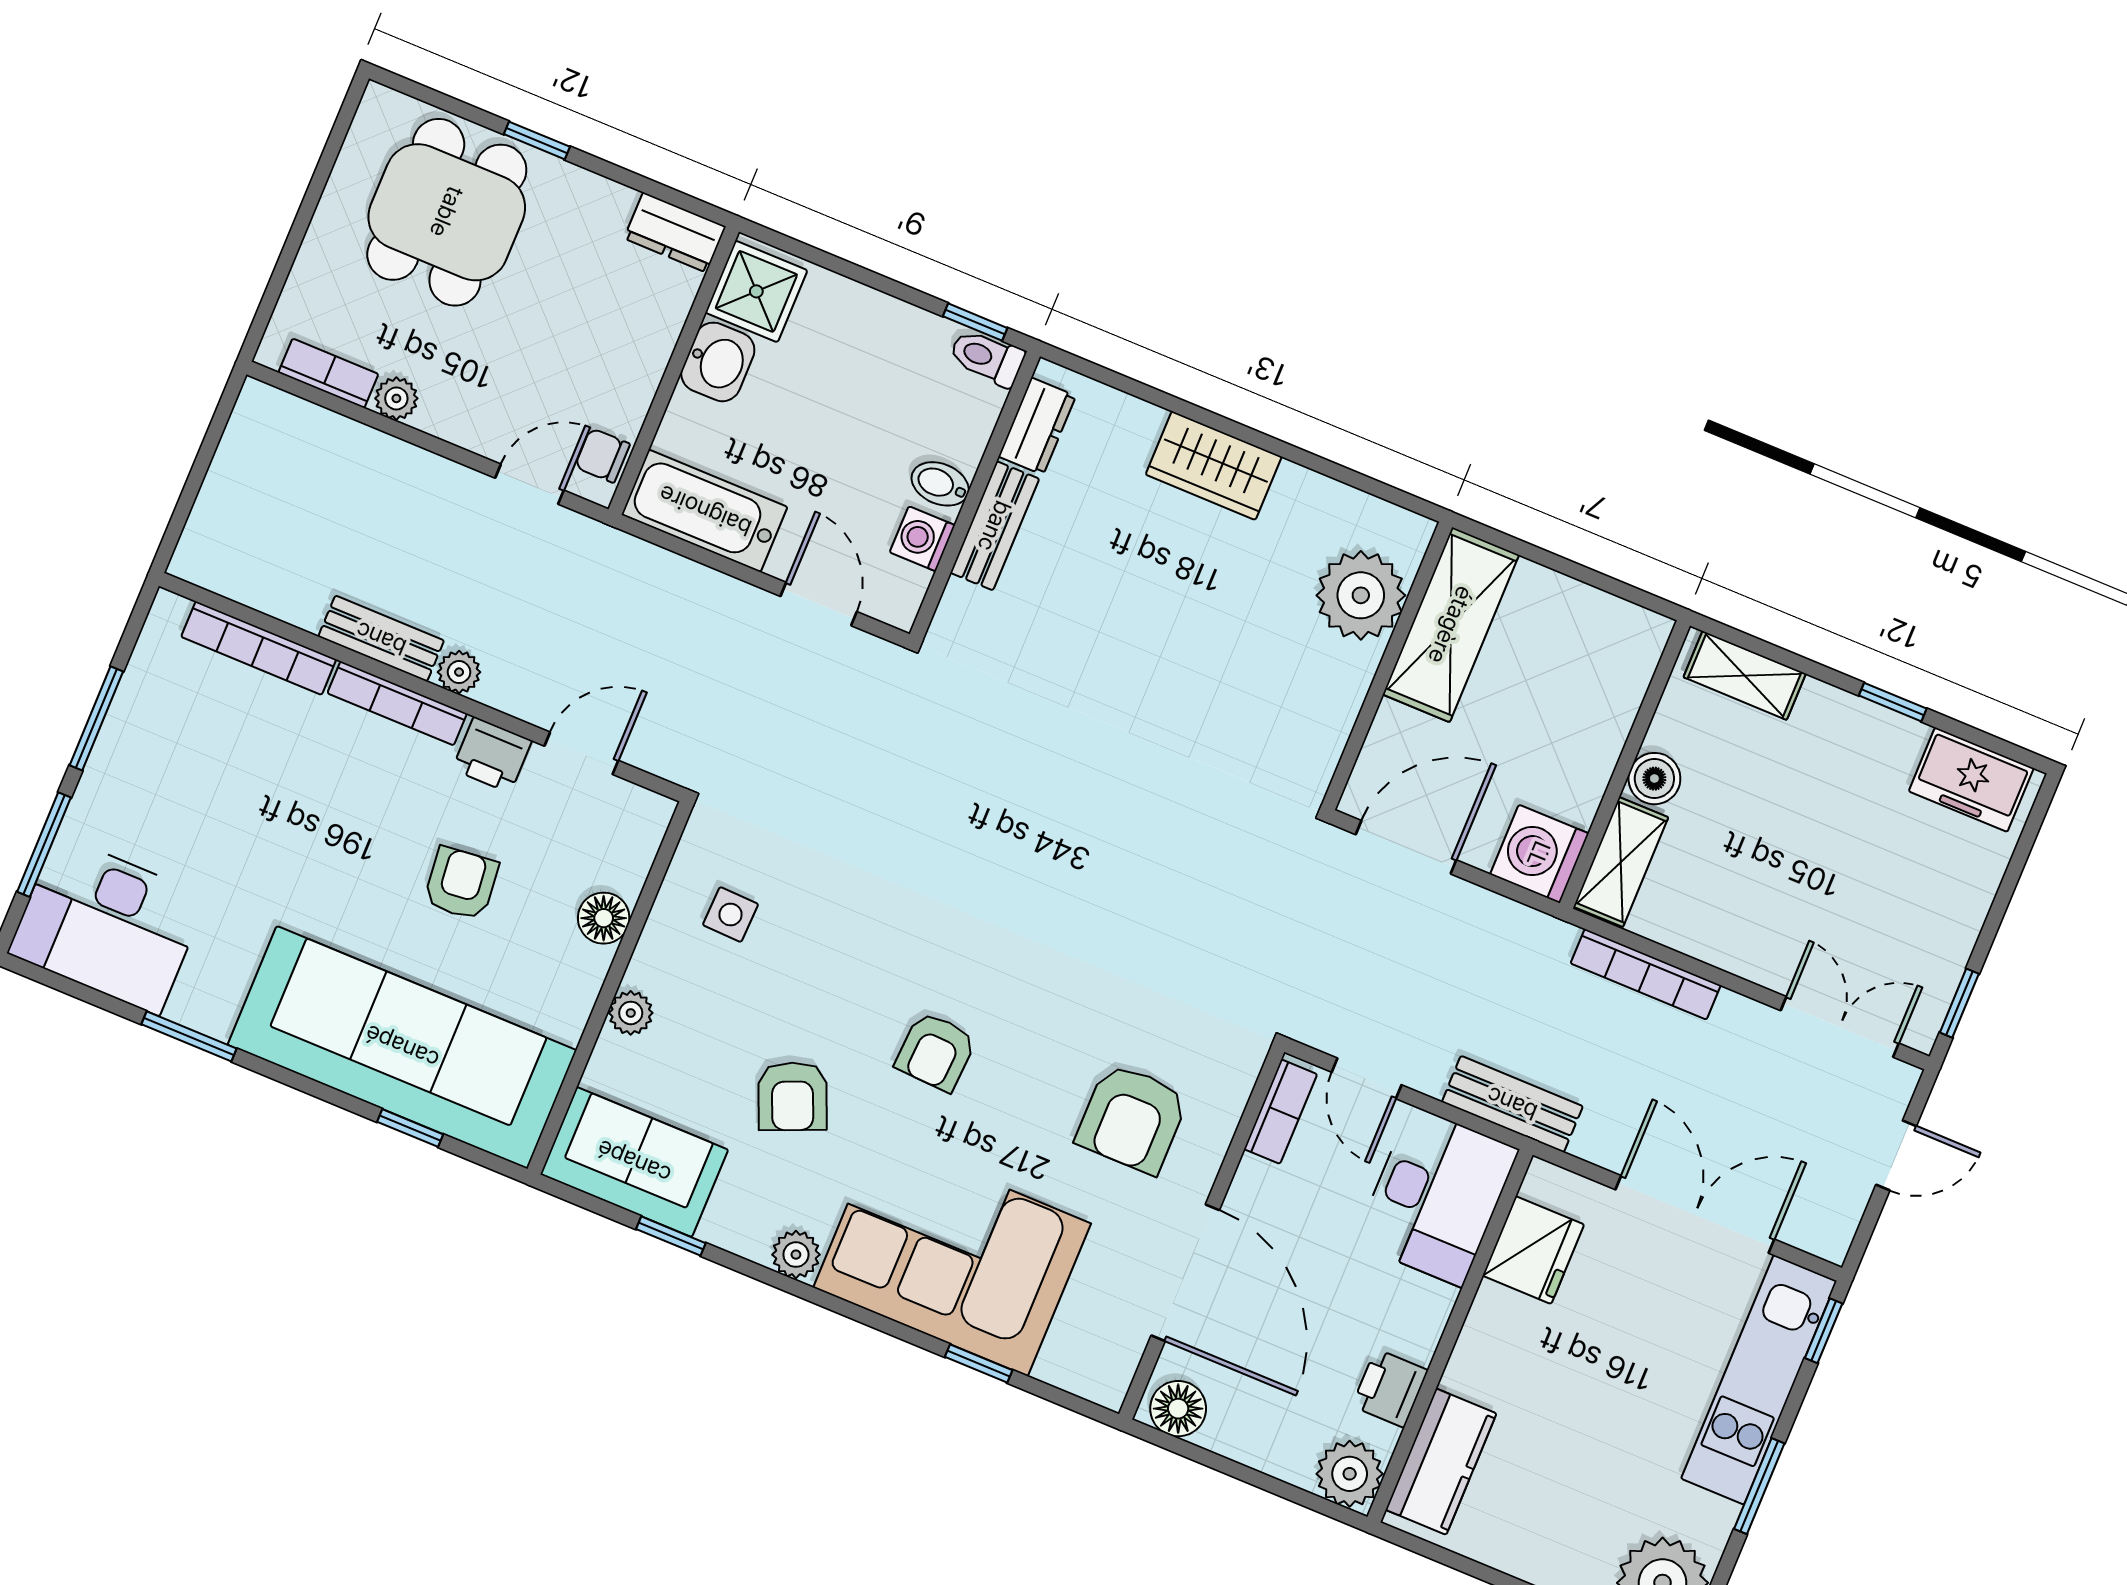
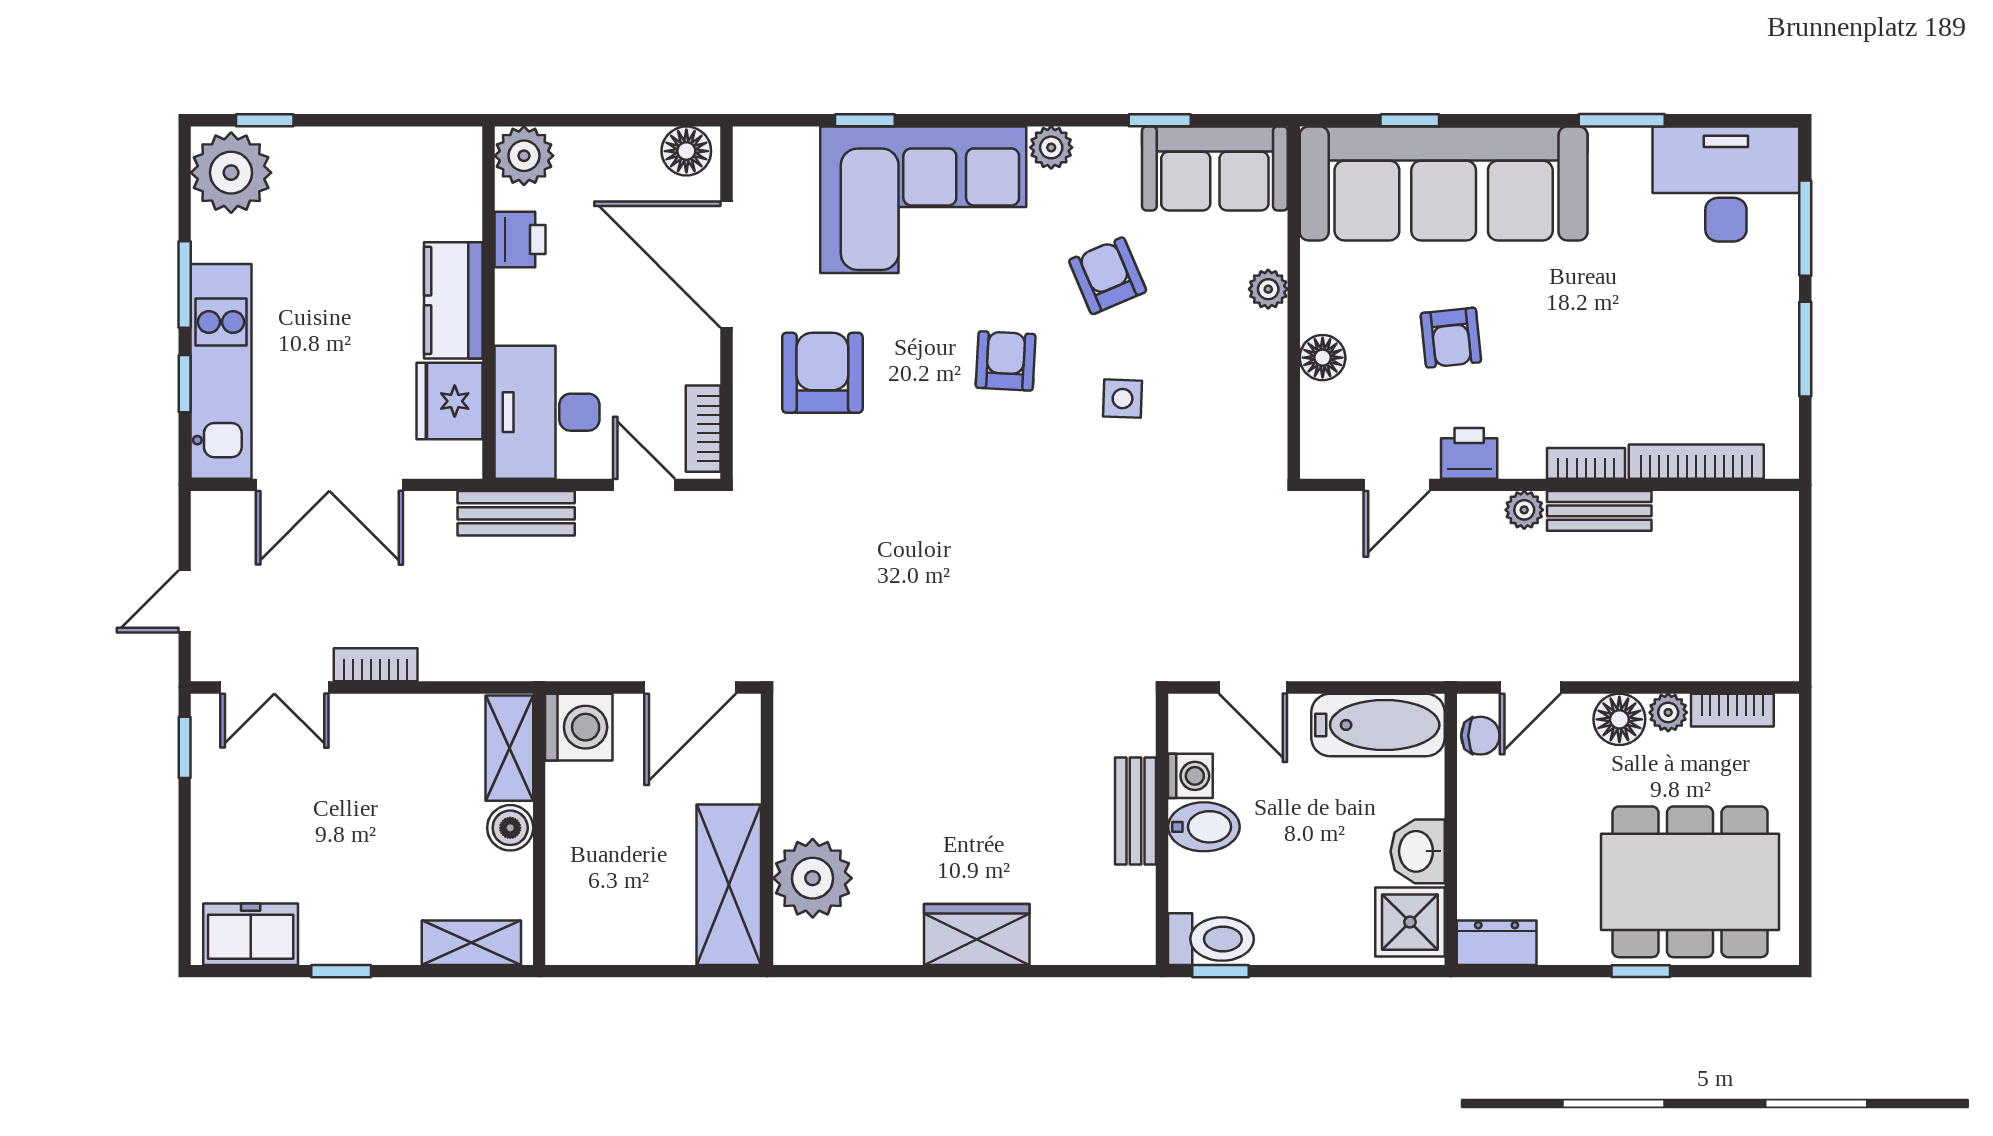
dining table: (447, 212) -> (1690, 882), width x1.38
toilet: (987, 357) -> (1211, 939), width x1.37, depth x1.39
floor lamp: (450, 412) -> (1619, 719), added
dresser: (1037, 426) -> (1135, 907), removed
bidet: (940, 484) -> (1204, 827), width x1.38, depth x1.36
bookcase: (397, 703) -> (1586, 463), width x0.64
side table: (731, 915) -> (1123, 399), moved
bookcase: (1646, 974) -> (376, 665), moved, width x0.64
window: (1824, 1331) -> (185, 384), moved
kitchen counter: (1441, 1462) -> (453, 300), moved

